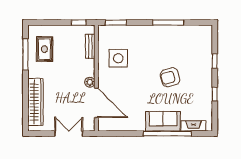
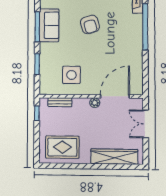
window: (116, 23) -> (37, 64), moved
rug: (44, 49) -> (62, 147), width x1.36, depth x1.43
window: (25, 54) -> (67, 166), removed
sofa: (163, 121) -> (49, 25), moved, turned 180

